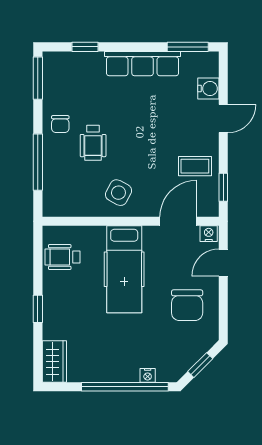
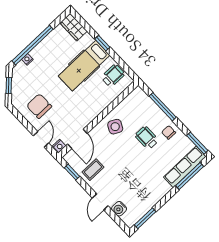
window: (85, 47) -> (190, 176), width x2.17
row of seats: (143, 64) -> (185, 167), moved
hospital bed: (124, 269) -> (84, 66), moved, turned -90

